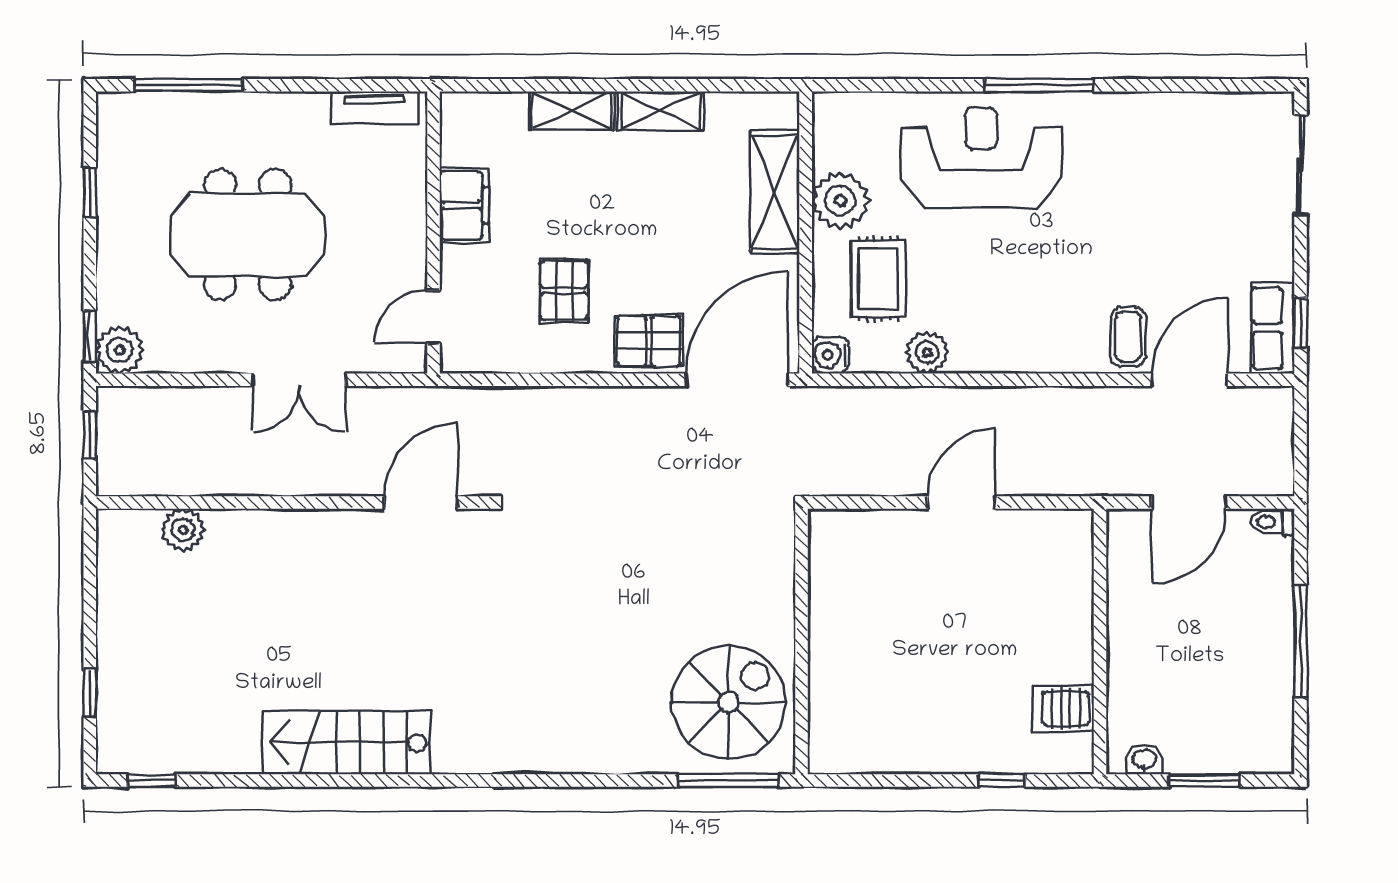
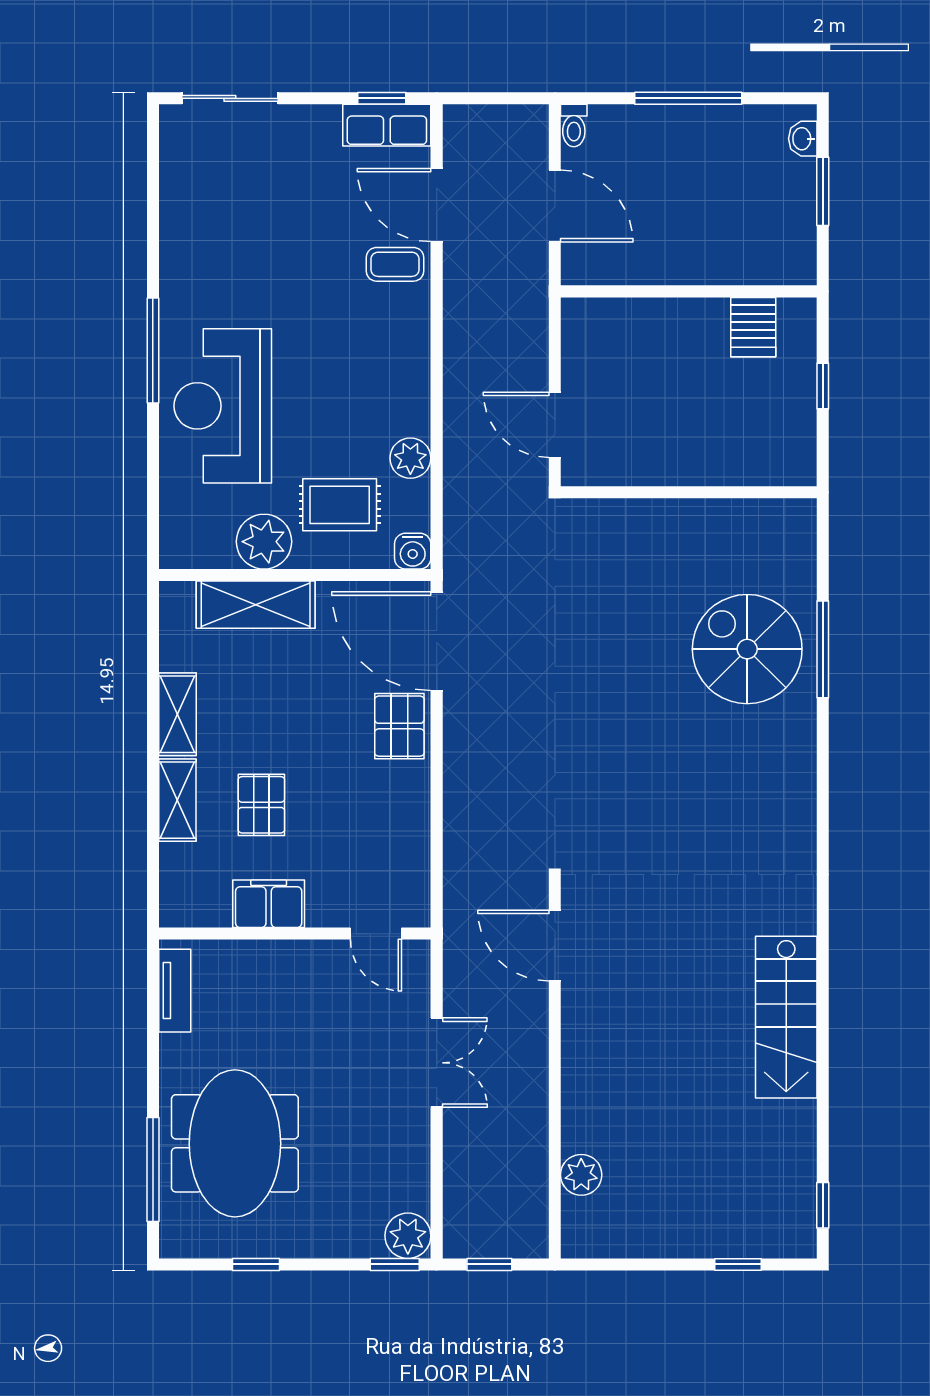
meeting table: (248, 235) -> (235, 1143), moved
pallet: (564, 290) -> (261, 805), moved, turned 90
wall: (802, 641) -> (689, 492), moved
washbasin: (1144, 760) -> (803, 139), moved

